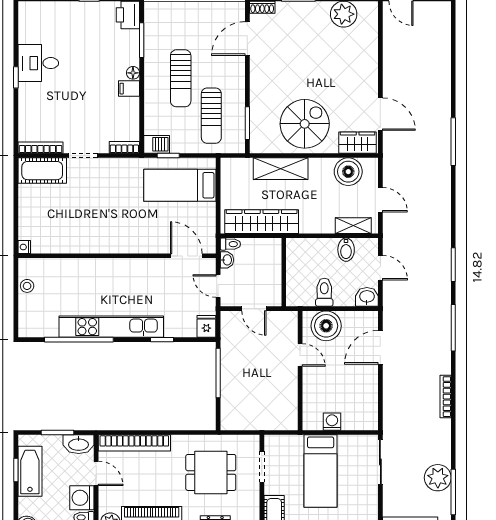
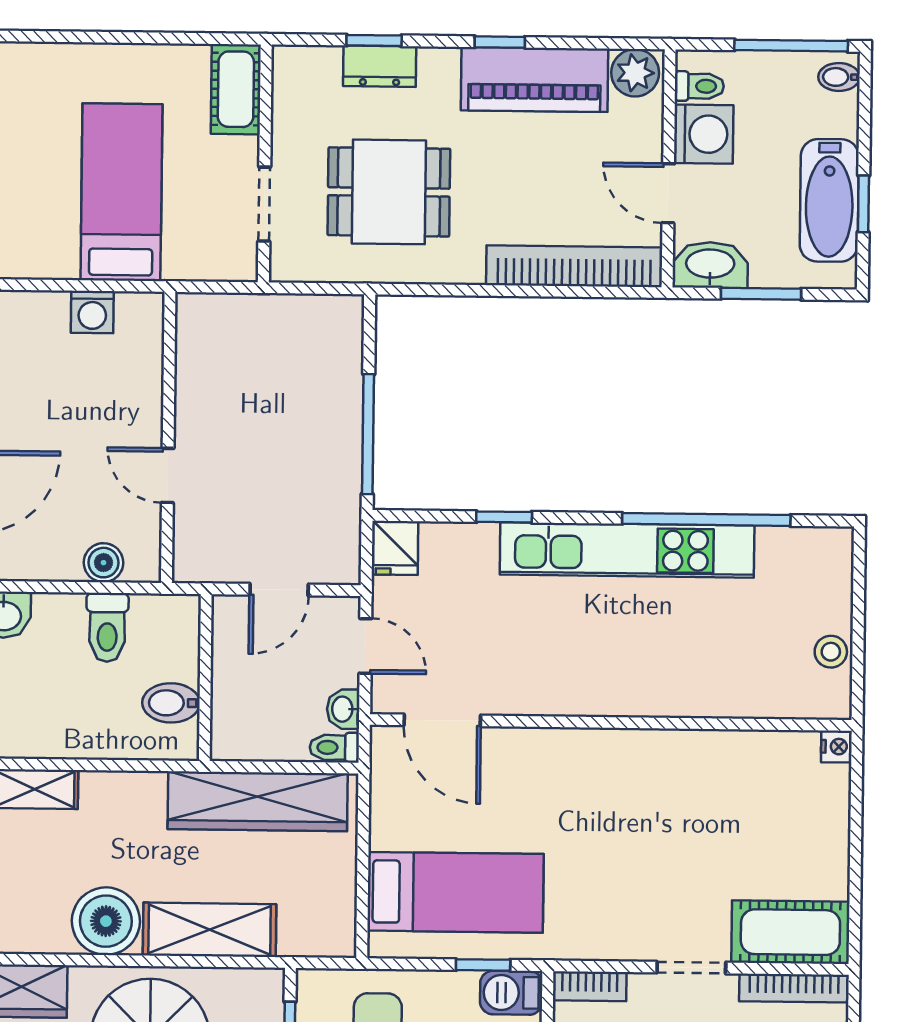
boiler: (348, 172) -> (106, 921), moved
bidet: (346, 250) -> (171, 703), moved, turned -90
door: (254, 309) -> (279, 590), swing flipped
boiler: (326, 326) -> (104, 563), width x0.54, depth x0.54

